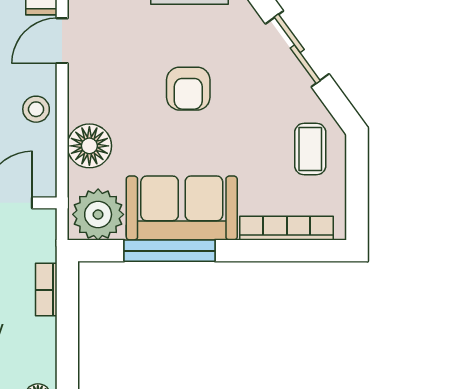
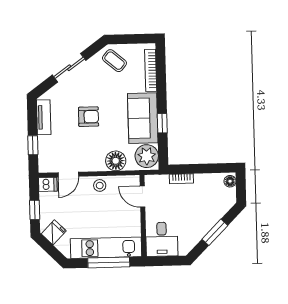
door: (62, 41) -> (68, 174), hinge flipped
coffee table: (310, 149) -> (114, 61), turned 40
window: (170, 251) -> (162, 123), width x0.46

